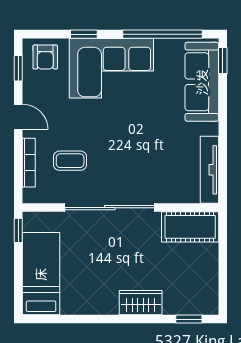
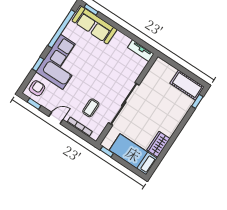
armchair: (45, 57) -> (37, 88), turned -90
tv unit: (210, 170) -> (141, 51), width x0.71
cot: (190, 227) -> (187, 85), moved, turned 90
wardrobe: (141, 303) -> (158, 144), moved

